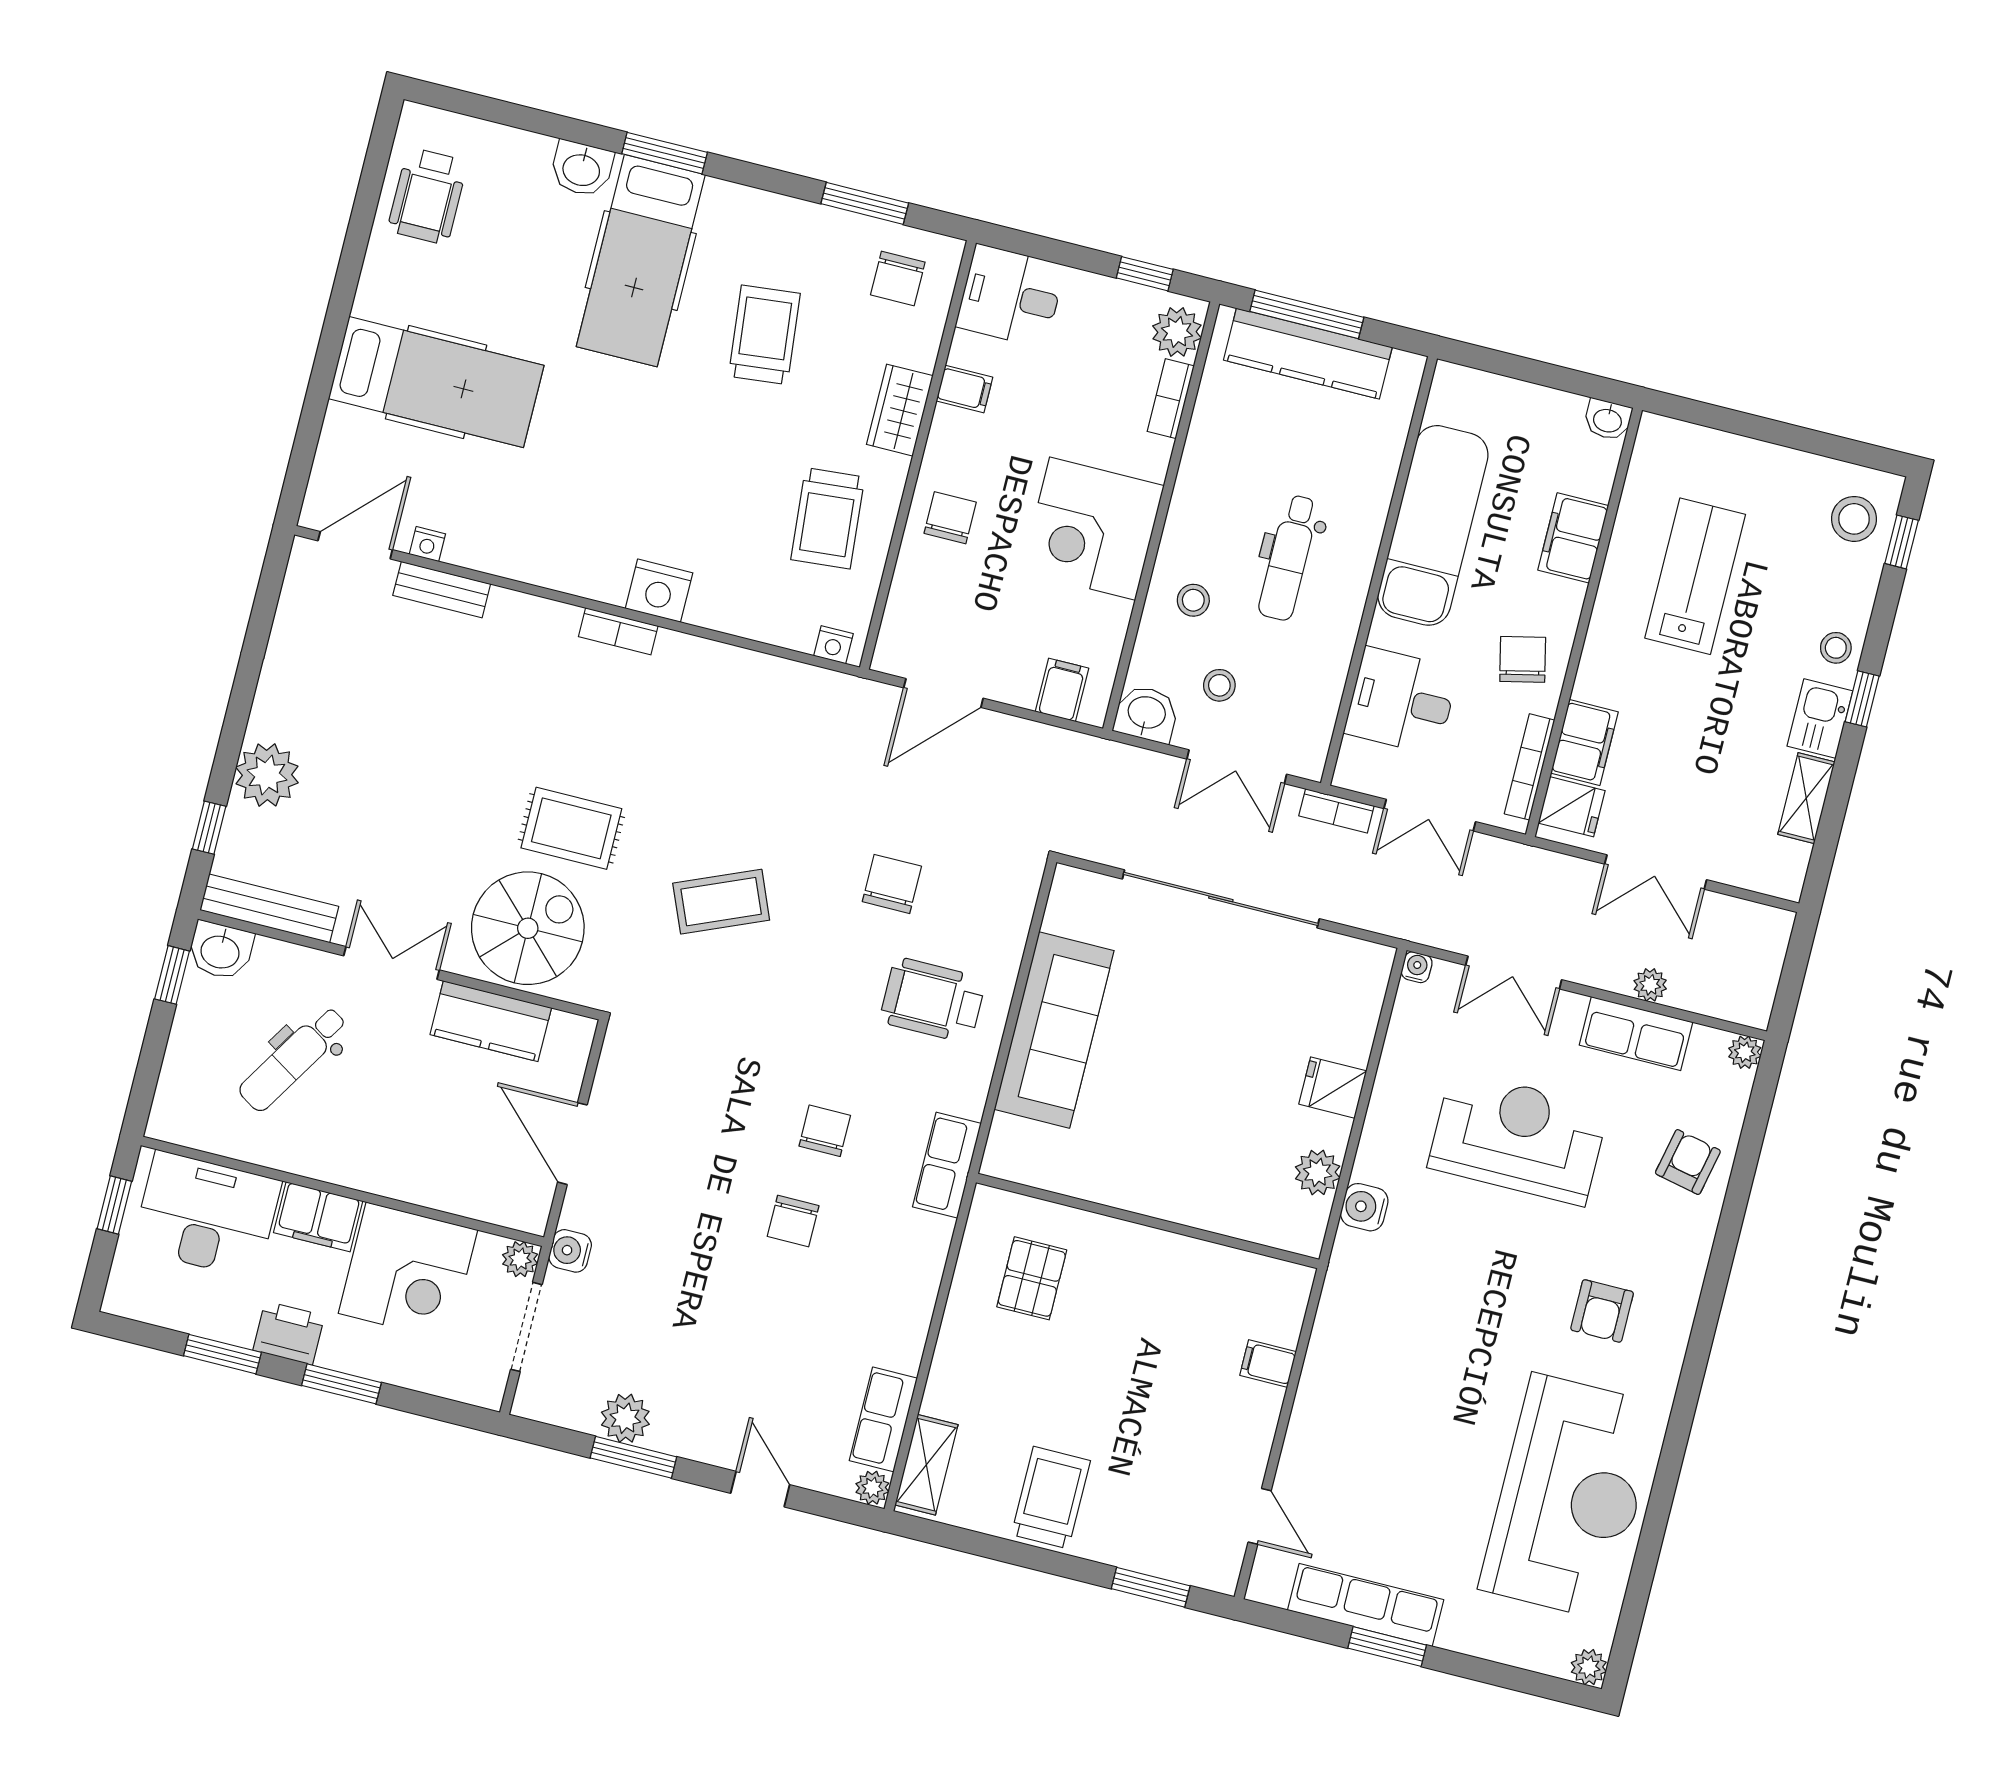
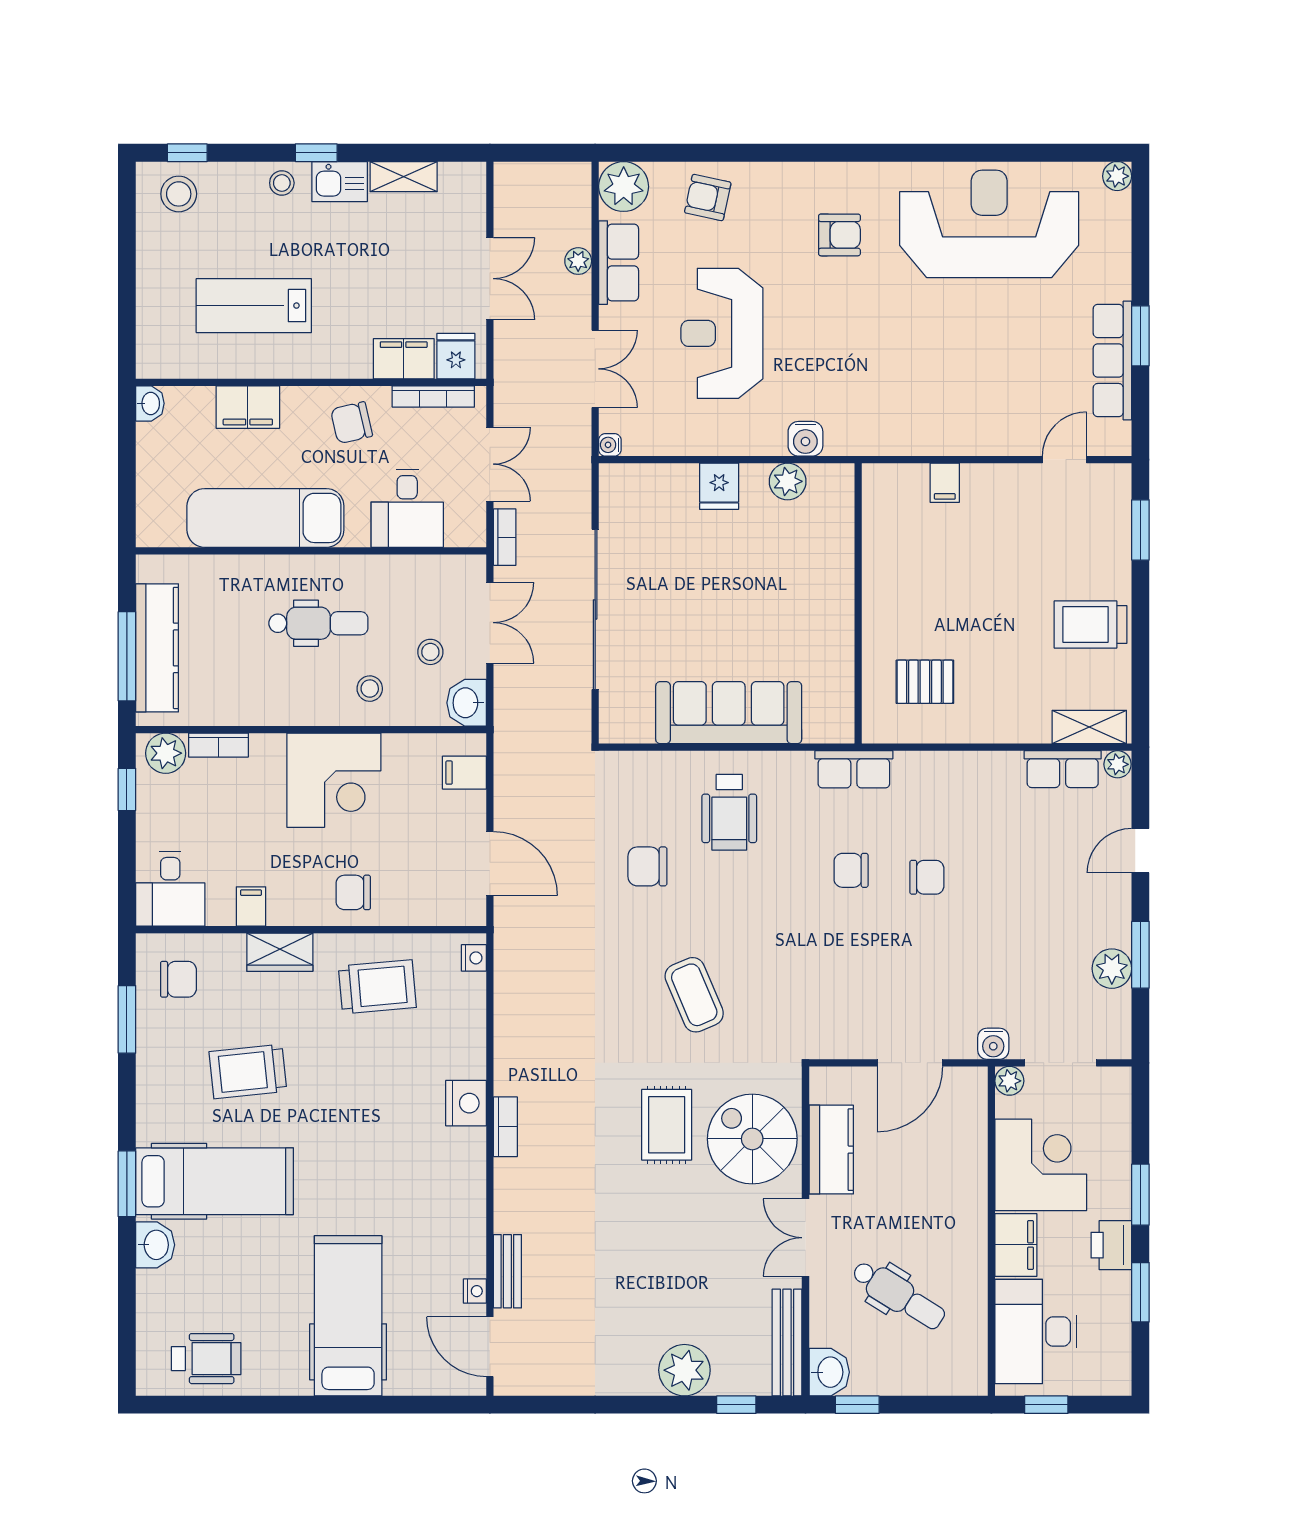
plant: (1745, 1052) -> (624, 187), width x1.87, depth x1.87

